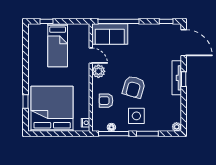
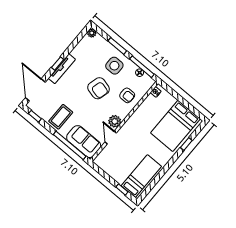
coffee table: (145, 38) -> (61, 117), added
bed: (58, 45) -> (141, 176), moved
armchair: (134, 87) -> (99, 88), turned 88
bed: (52, 109) -> (175, 126), width x0.73

